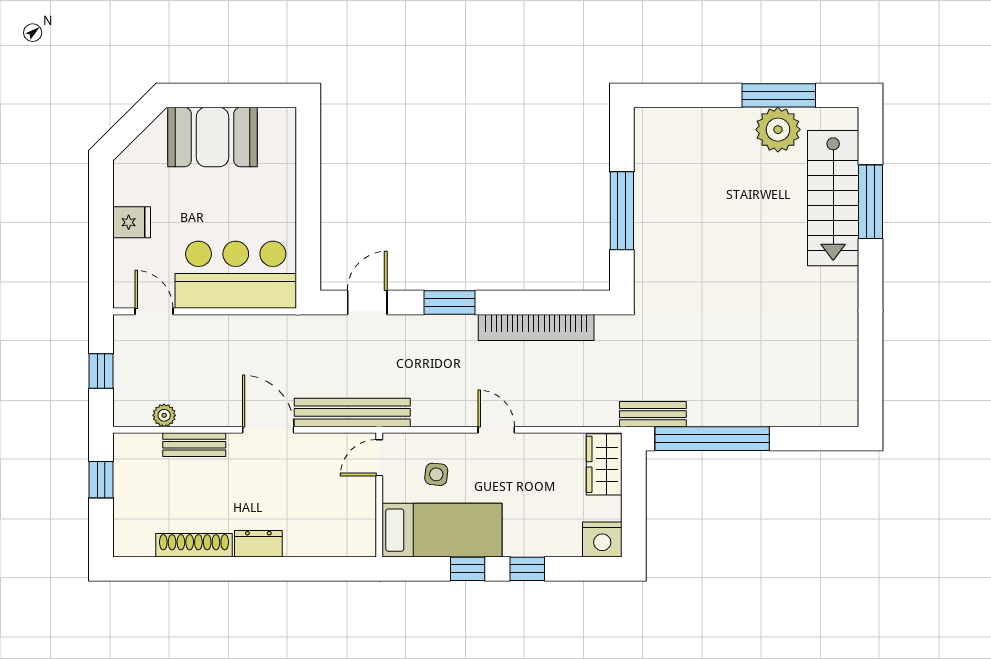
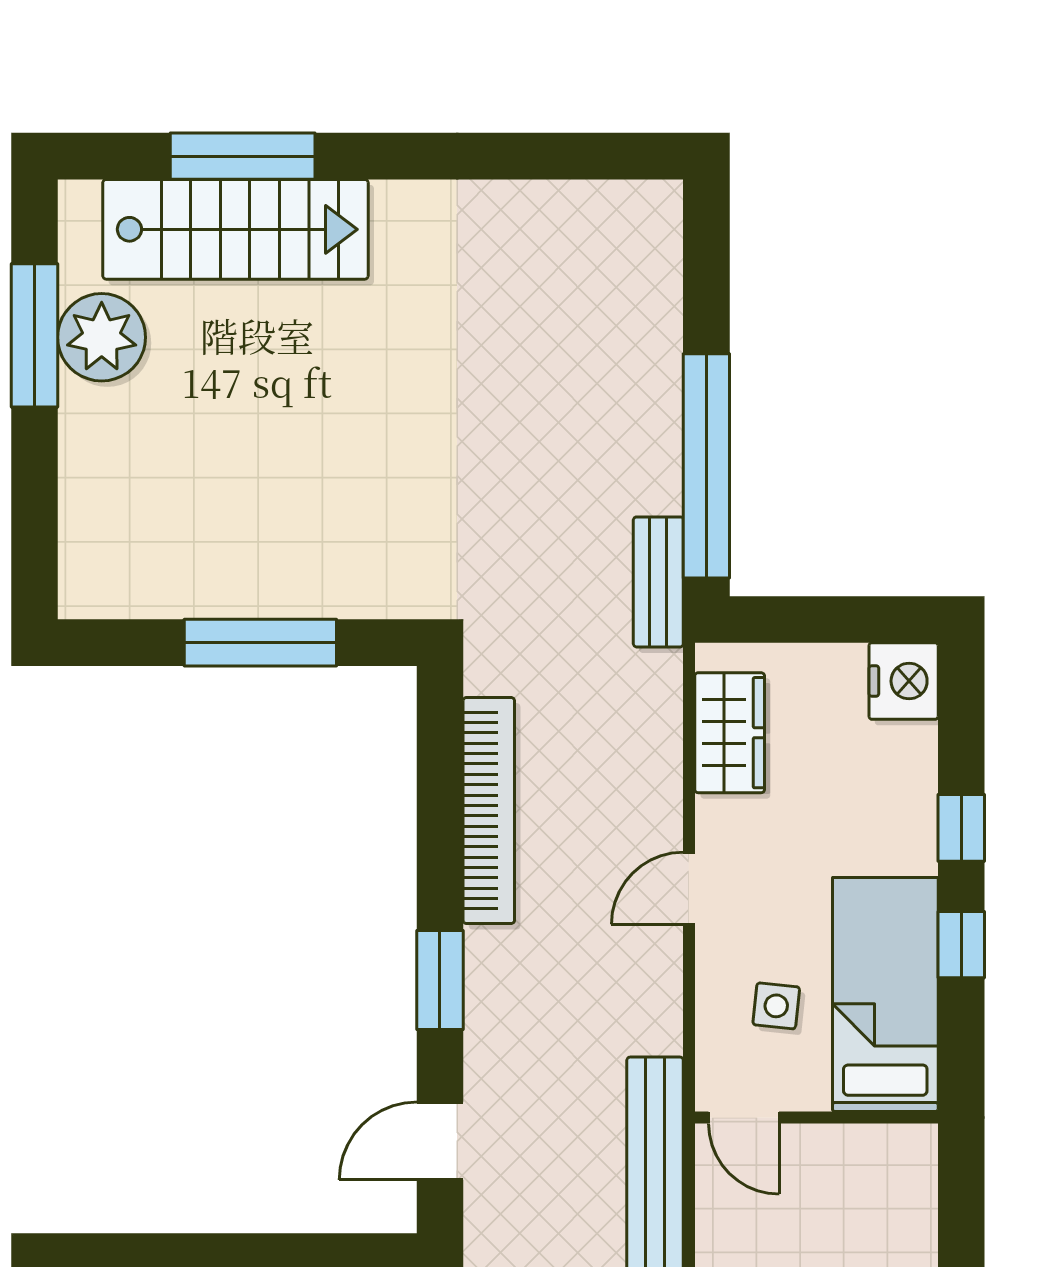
door: (367, 303) -> (440, 1141), hinge flipped
wardrobe: (604, 464) -> (730, 733), moved, turned -90

